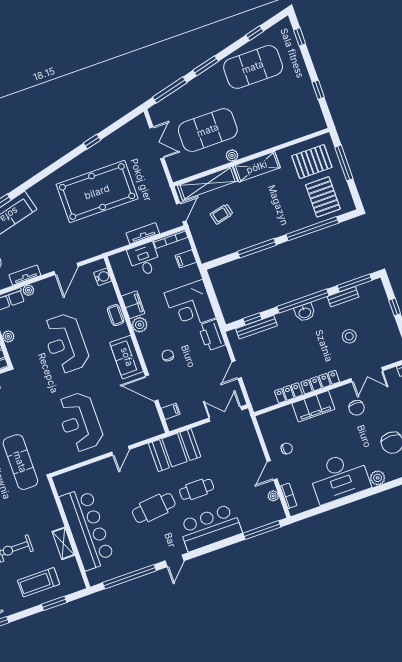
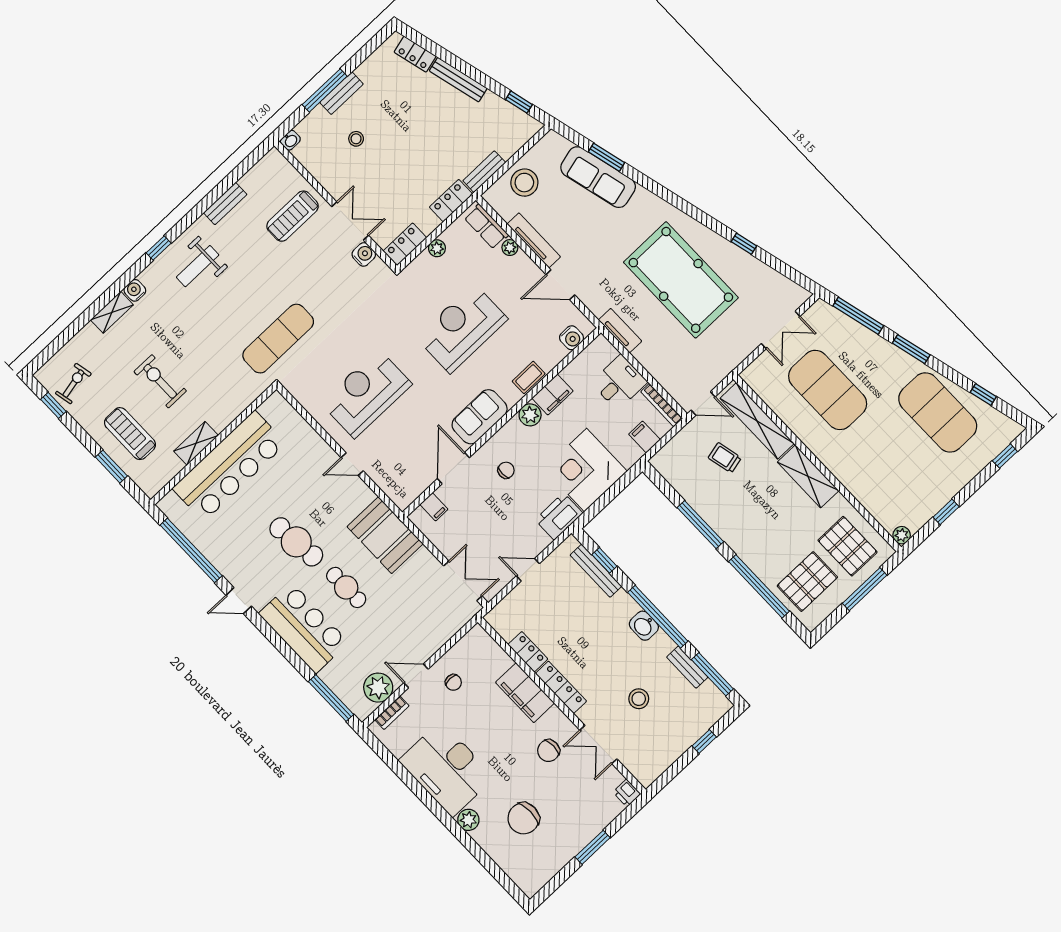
plant: (232, 155) -> (902, 535), moved
tv unit: (143, 233) -> (620, 331), moved
tv unit: (25, 275) -> (534, 240), width x1.41
plant: (273, 496) -> (378, 688), width x1.87, depth x1.87

